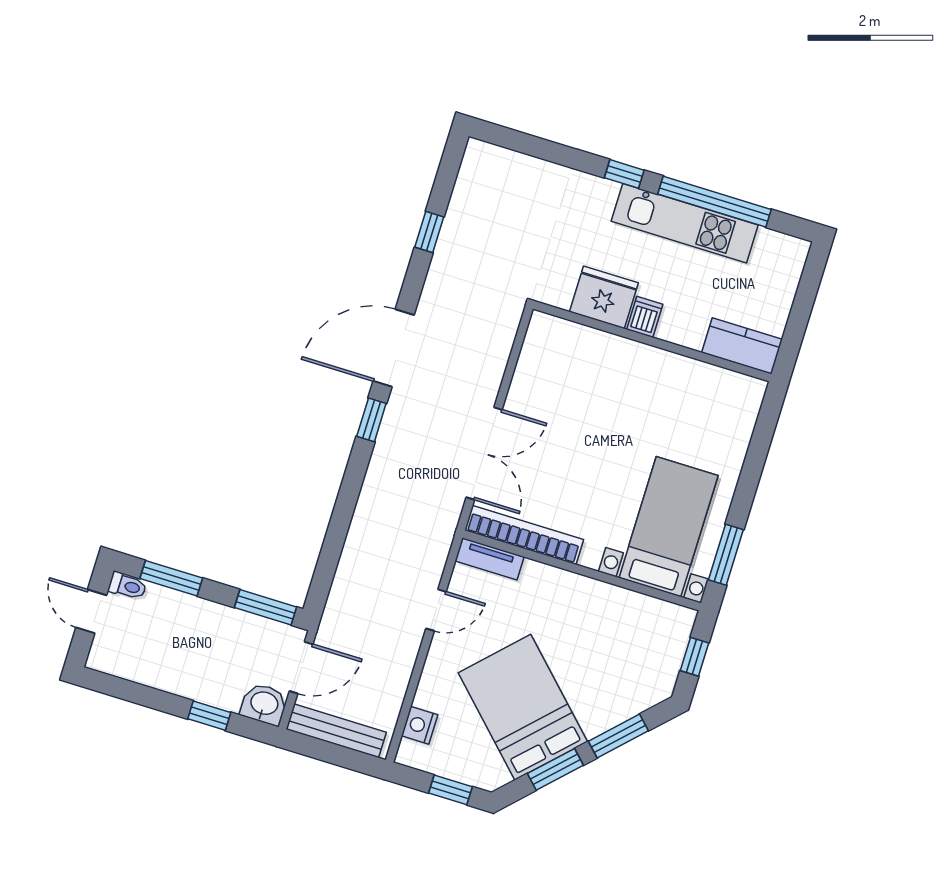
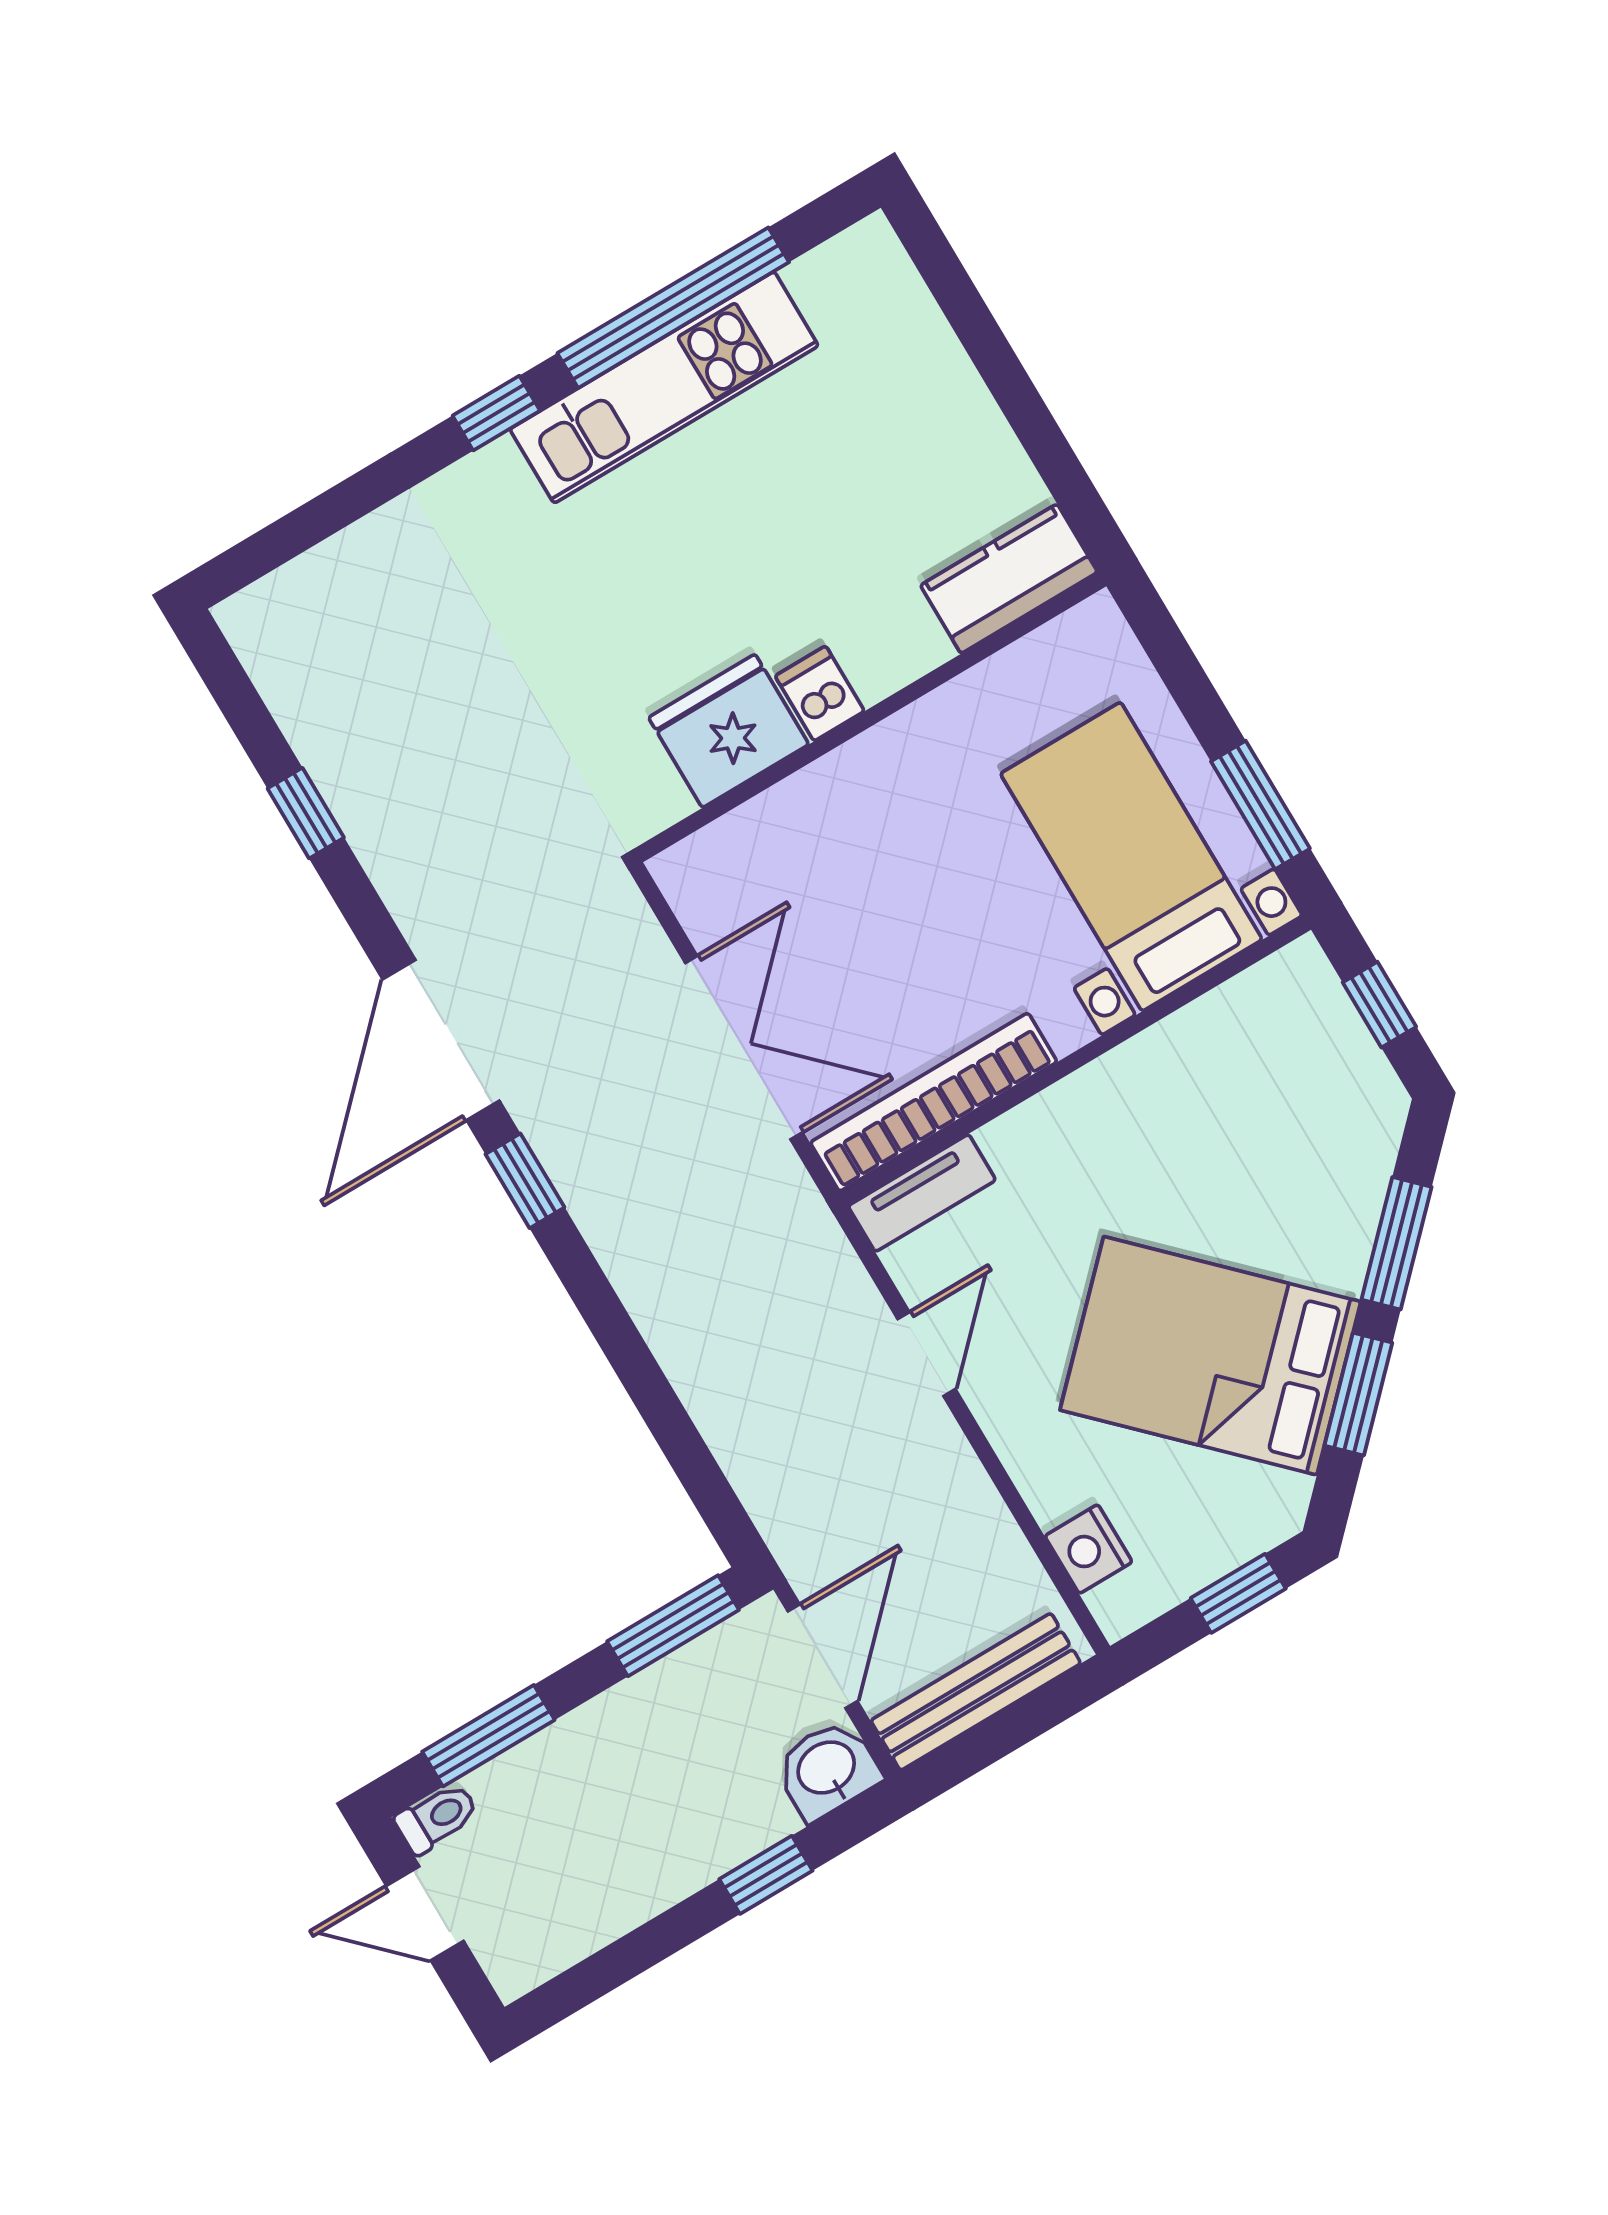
fridge: (604, 297) -> (729, 731), moved
dishwasher: (645, 317) -> (820, 694), moved
wall: (652, 341) -> (870, 717), moved
kitchen counter: (742, 346) -> (1009, 579), moved

